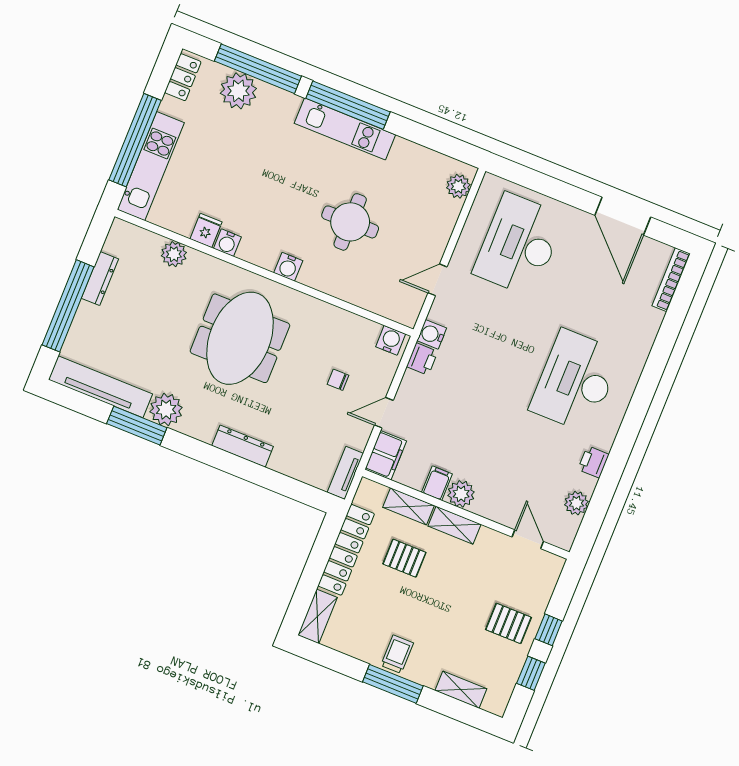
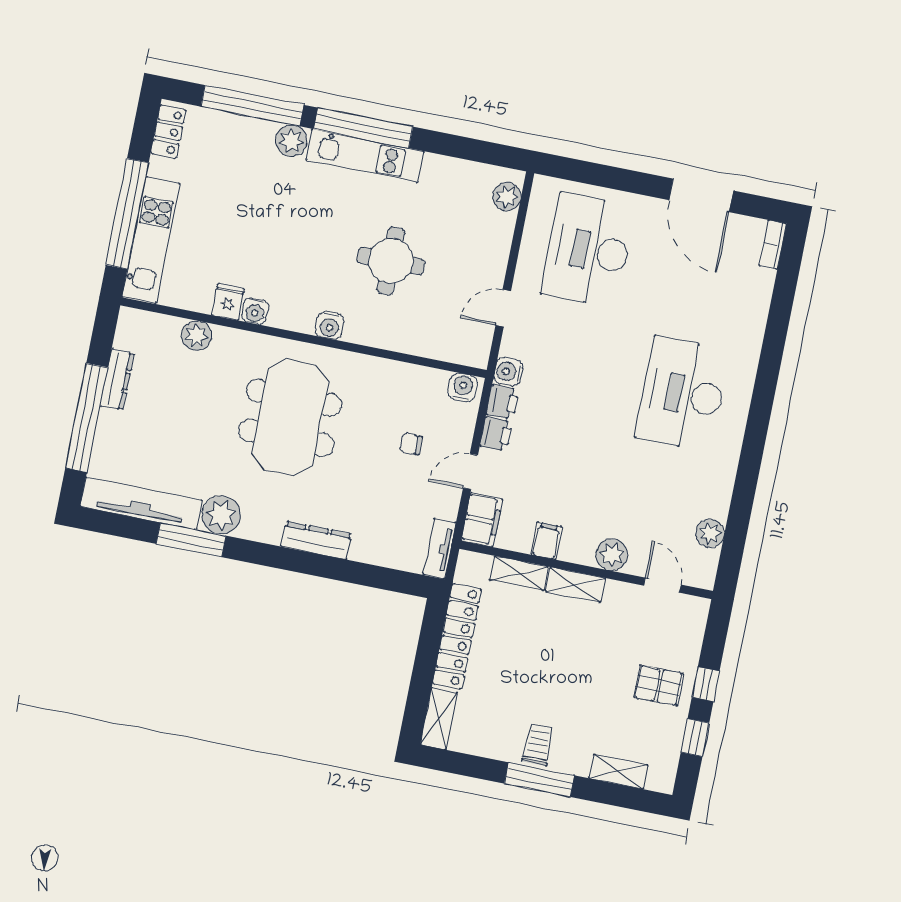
plant: (238, 91) -> (291, 141), moved, width x0.73, depth x0.73
bookcase: (671, 280) -> (773, 245), width x0.64
printer: (593, 462) -> (496, 434), moved, turned 180
plant: (461, 494) -> (612, 555), moved
pallet: (404, 558) -> (526, 633), removed

